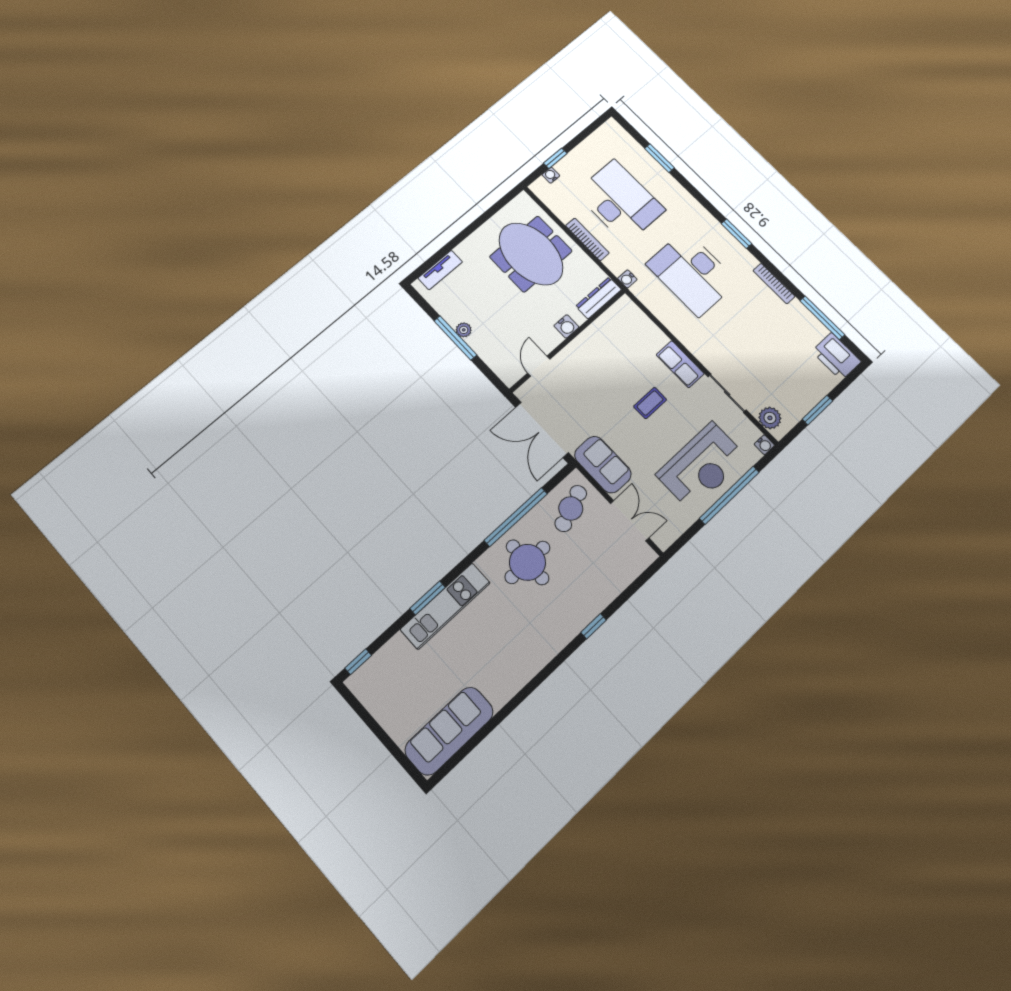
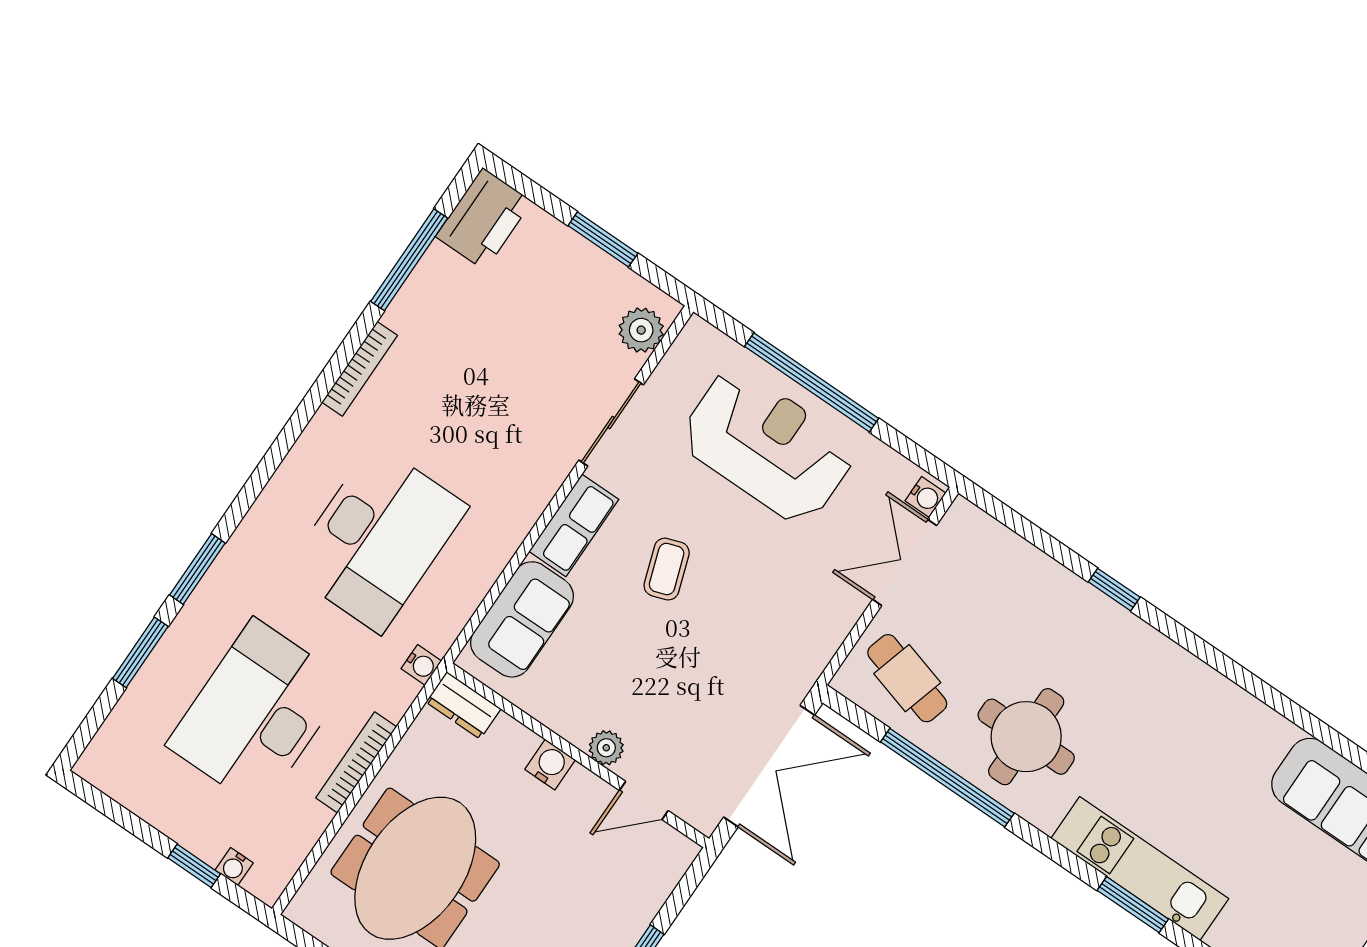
window: (737, 234) -> (197, 569), moved
dresser: (599, 298) -> (463, 705), width x0.70
plant: (569, 354) -> (606, 748), added
coffee table: (650, 403) -> (667, 569), turned 71
water cooler: (764, 445) -> (925, 497), moved, turned 90
sofa: (603, 465) -> (522, 619), moved, turned 180
cafe table: (571, 508) -> (907, 678), turned 37

